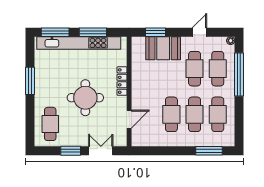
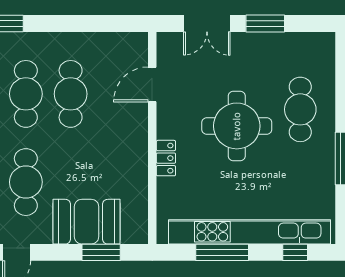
window: (55, 32) -> (295, 252), width x0.46
locker: (122, 81) -> (166, 158), width x0.66
cafe table: (50, 124) -> (300, 109), moved

